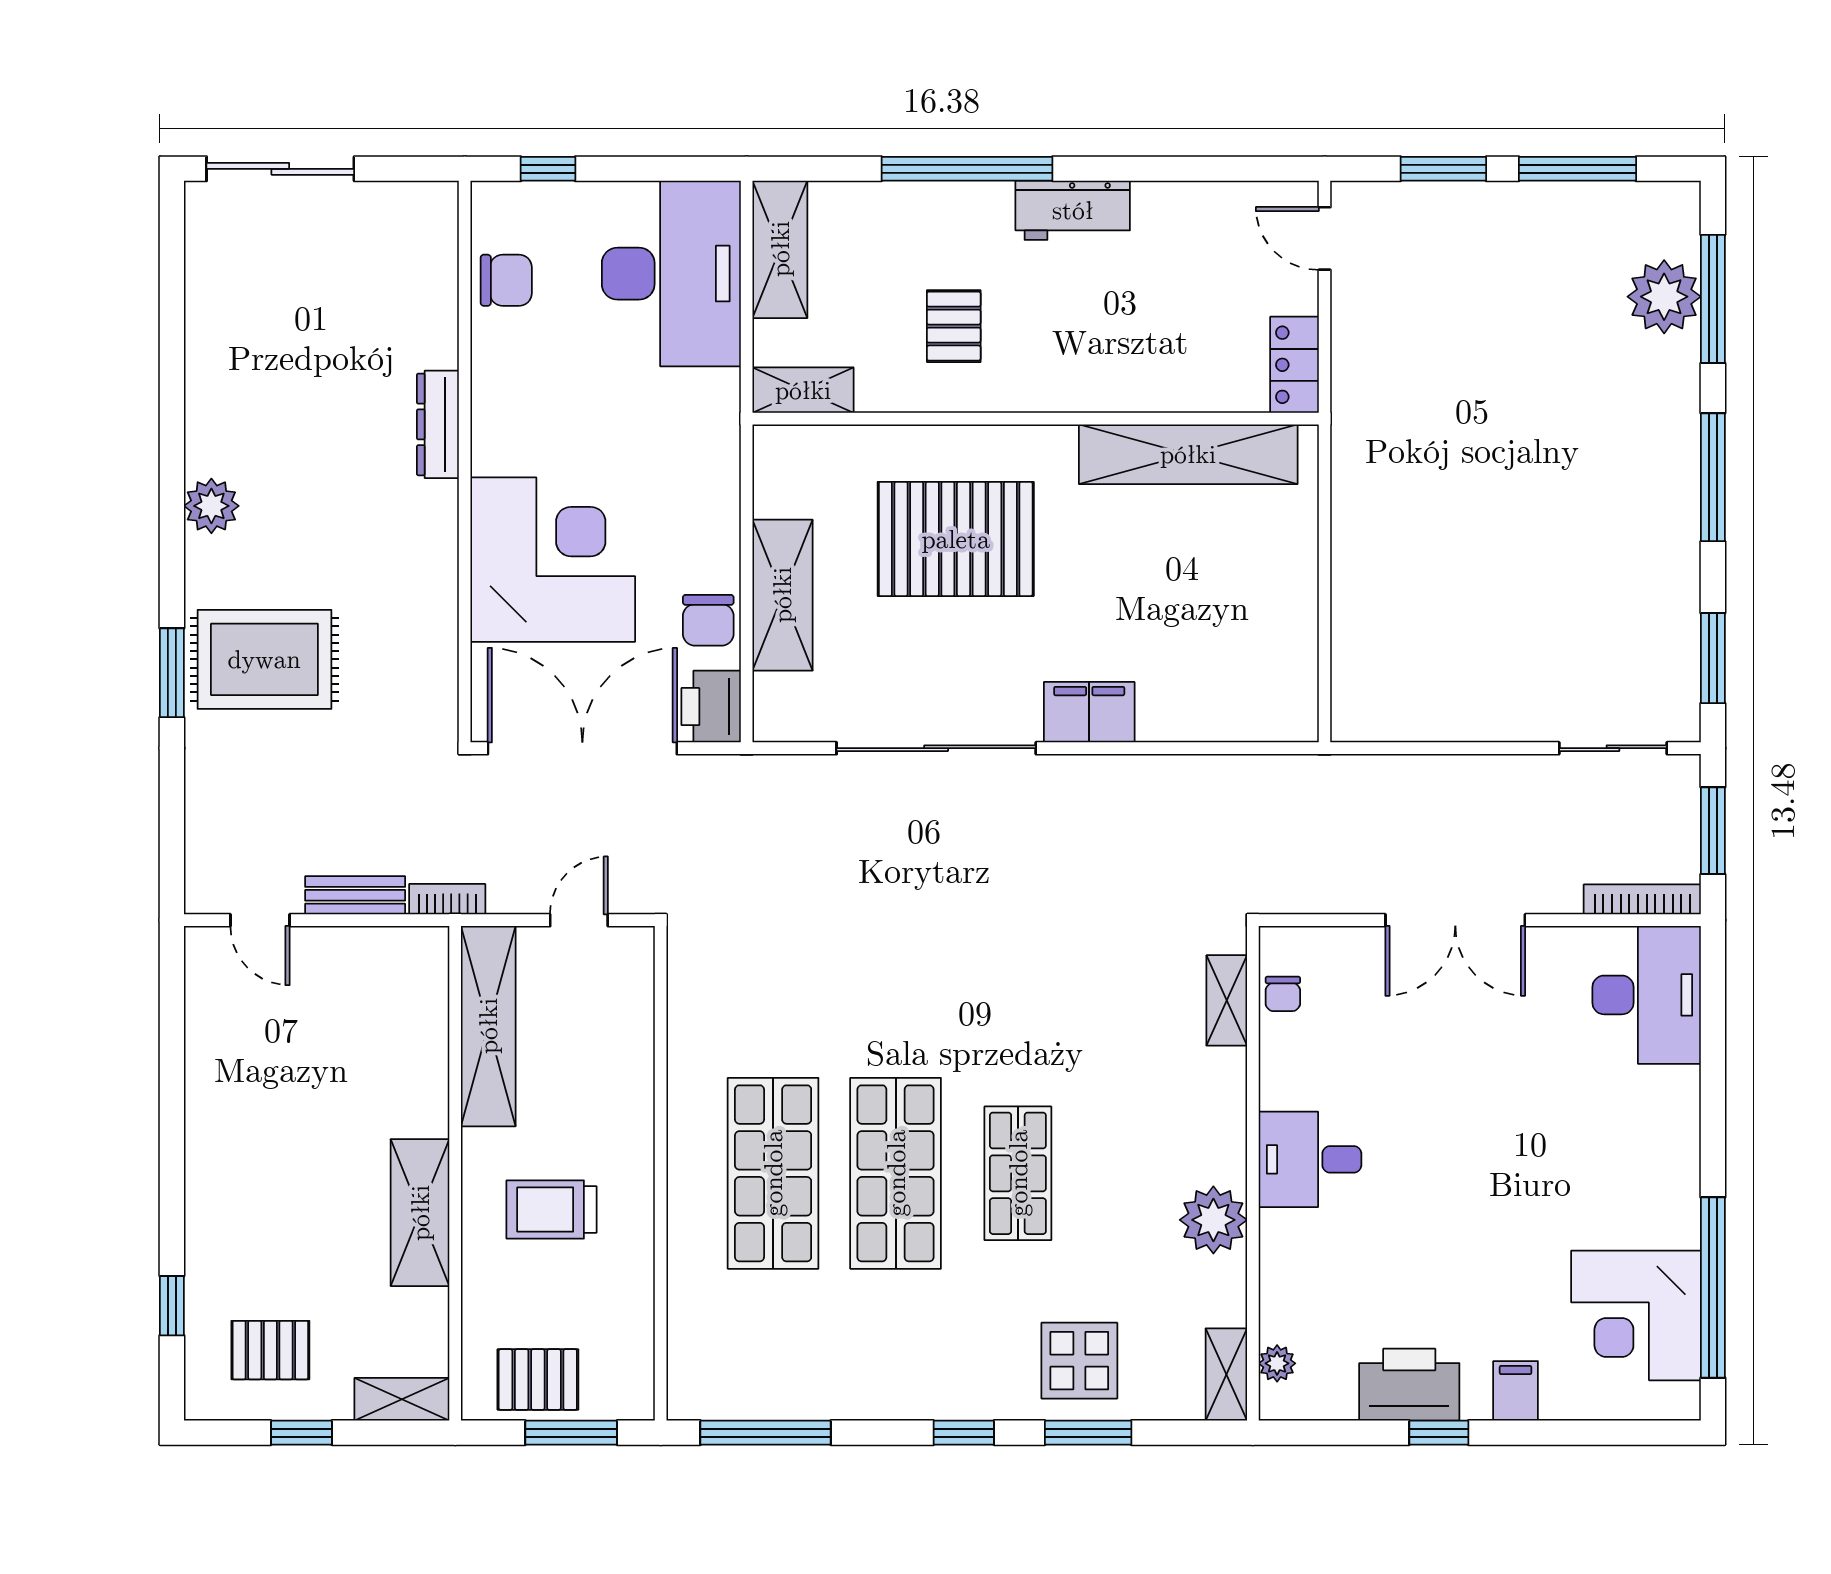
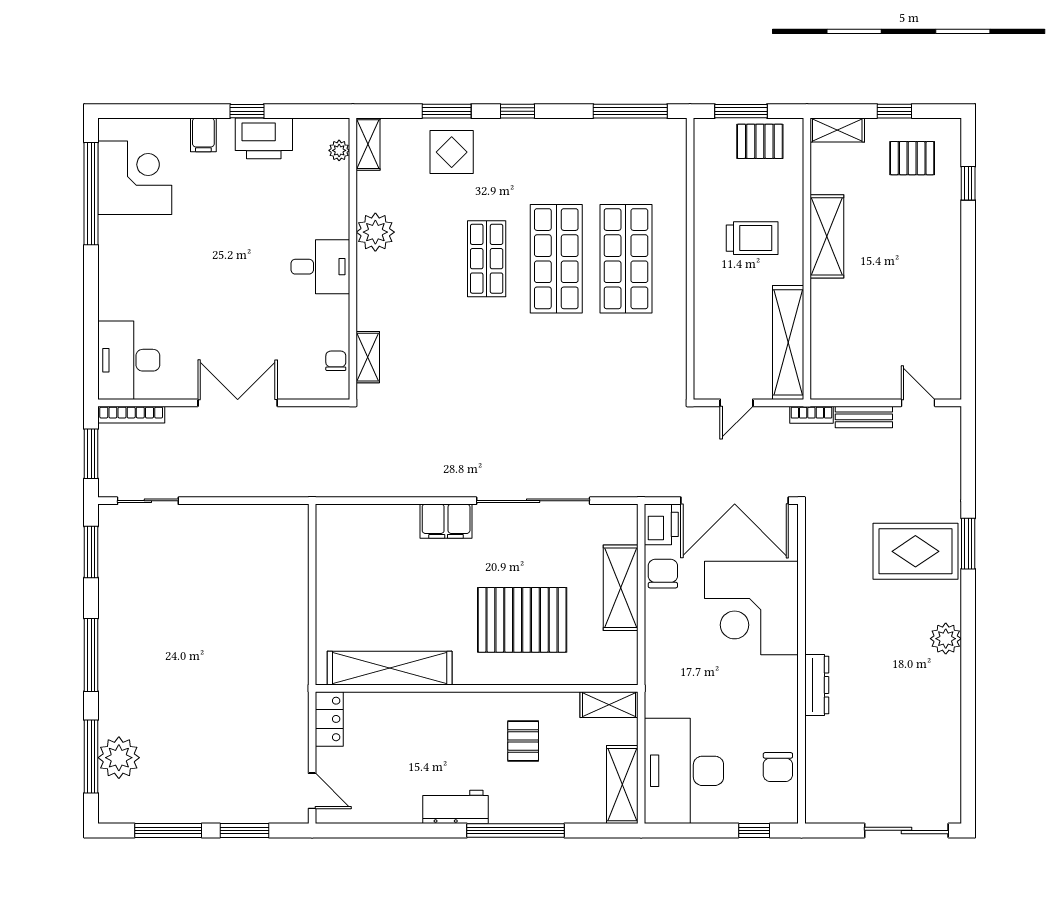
chair: (506, 280) -> (778, 767), turned -90

